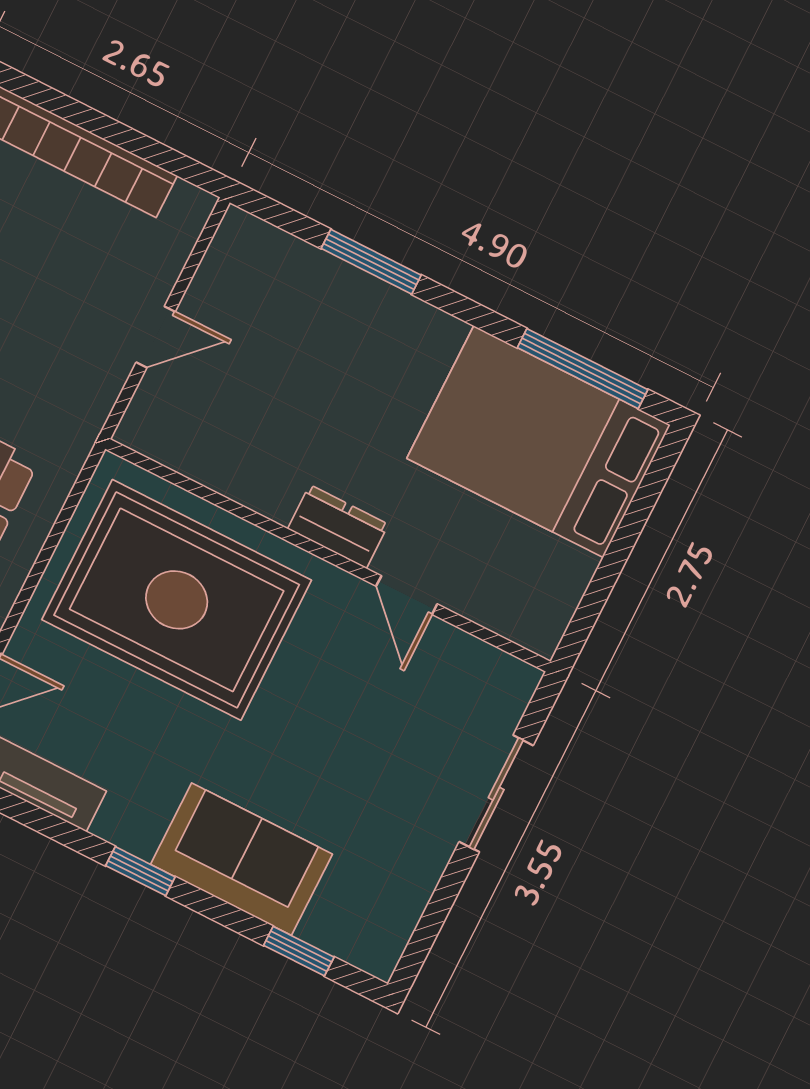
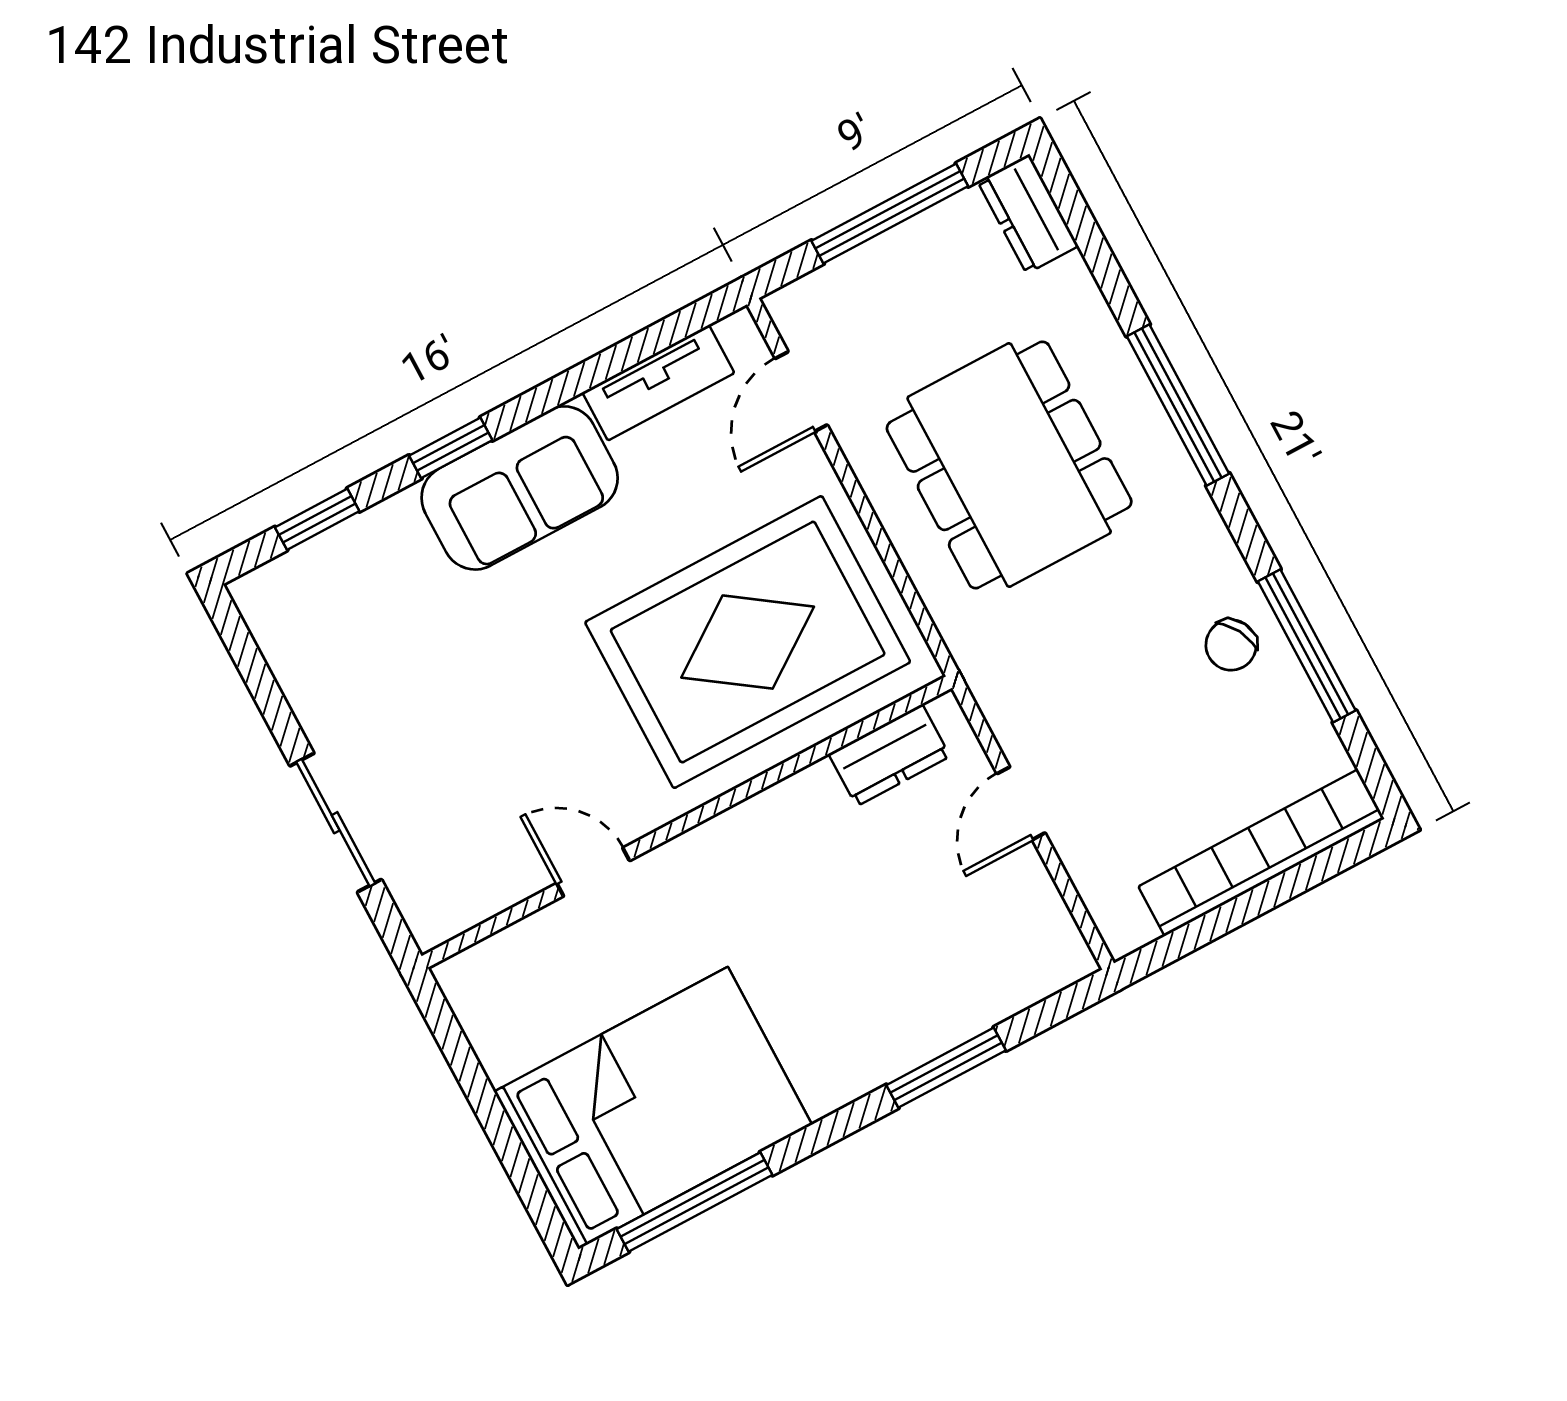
dresser: (338, 527) -> (889, 755), moved
sofa: (241, 859) -> (520, 488), moved
window: (140, 871) -> (451, 448), moved

